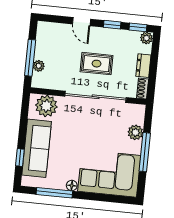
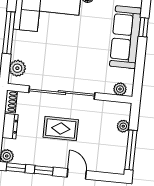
window: (30, 58) -> (131, 150), moved
plant: (46, 106) -> (120, 89), width x0.53, depth x0.53
plant: (135, 132) -> (17, 68), moved

